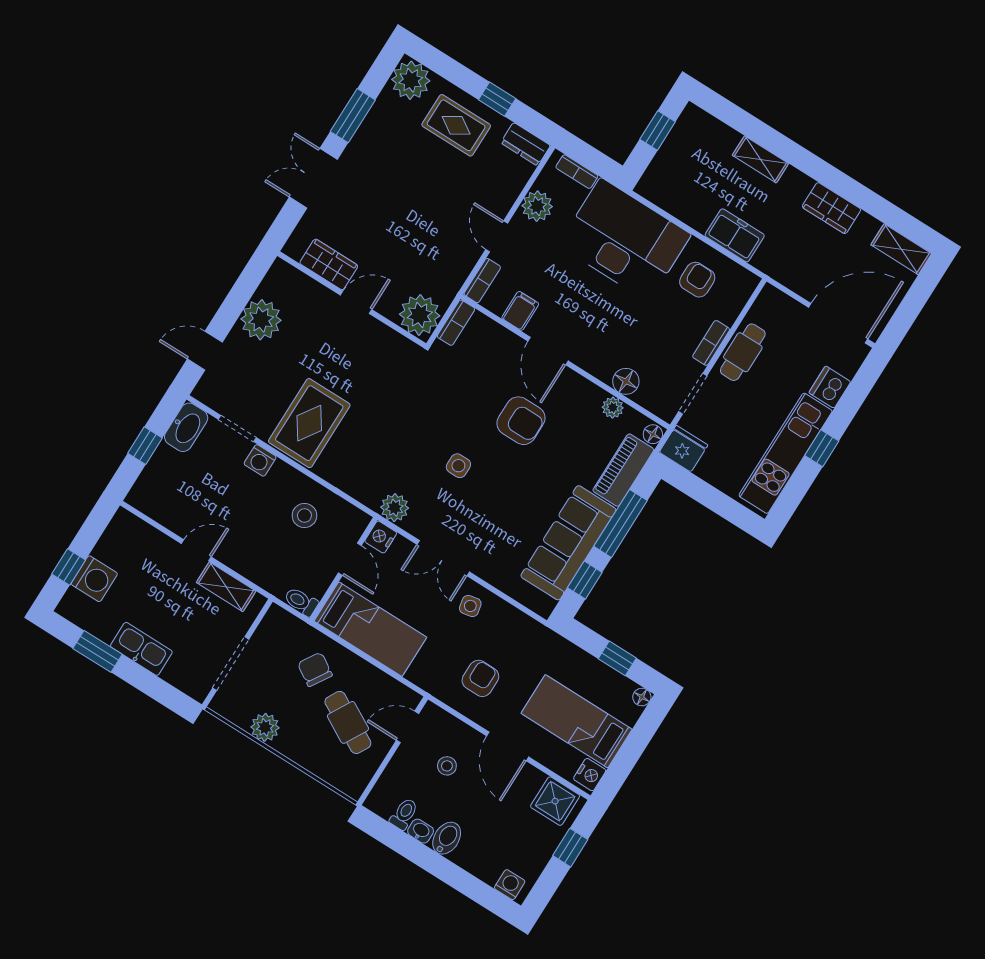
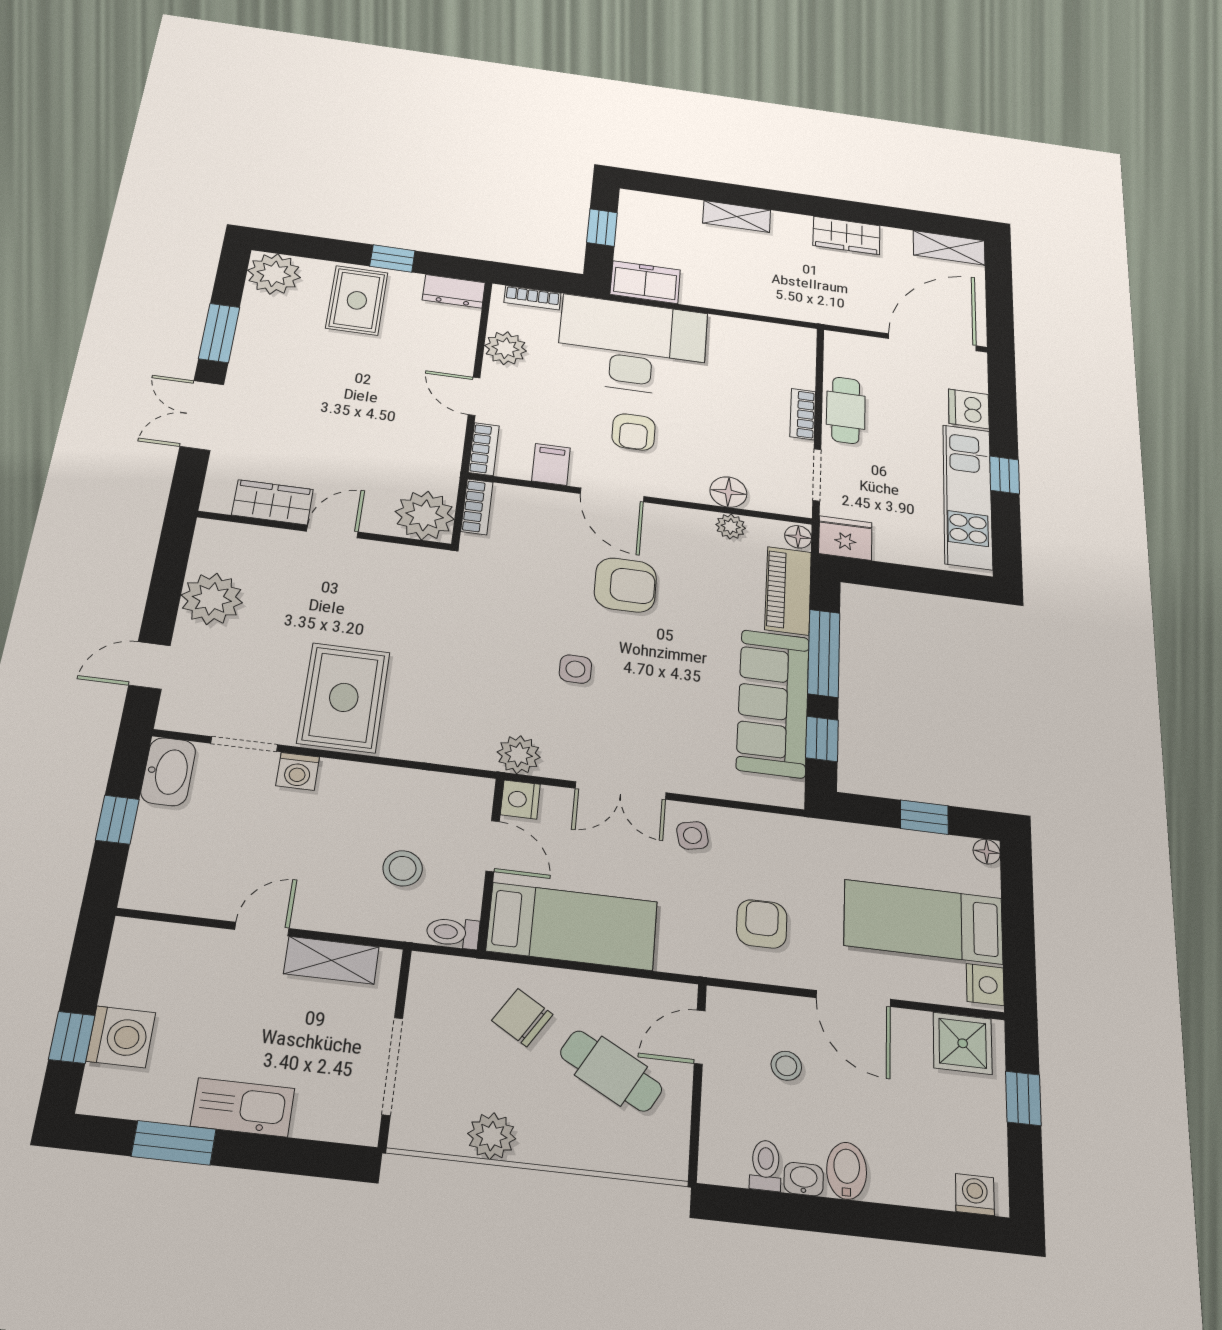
rug: (456, 125) -> (357, 300), turned 90
freezer: (735, 235) -> (645, 282), moved
armchair: (697, 280) -> (634, 432), moved, turned 180
stool: (304, 516) -> (403, 868), moved

